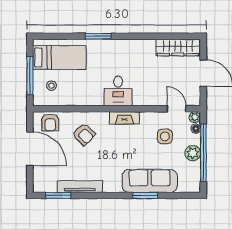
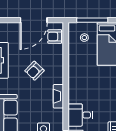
desk: (118, 91) -> (80, 115), moved
armchair: (84, 134) -> (34, 71), moved

